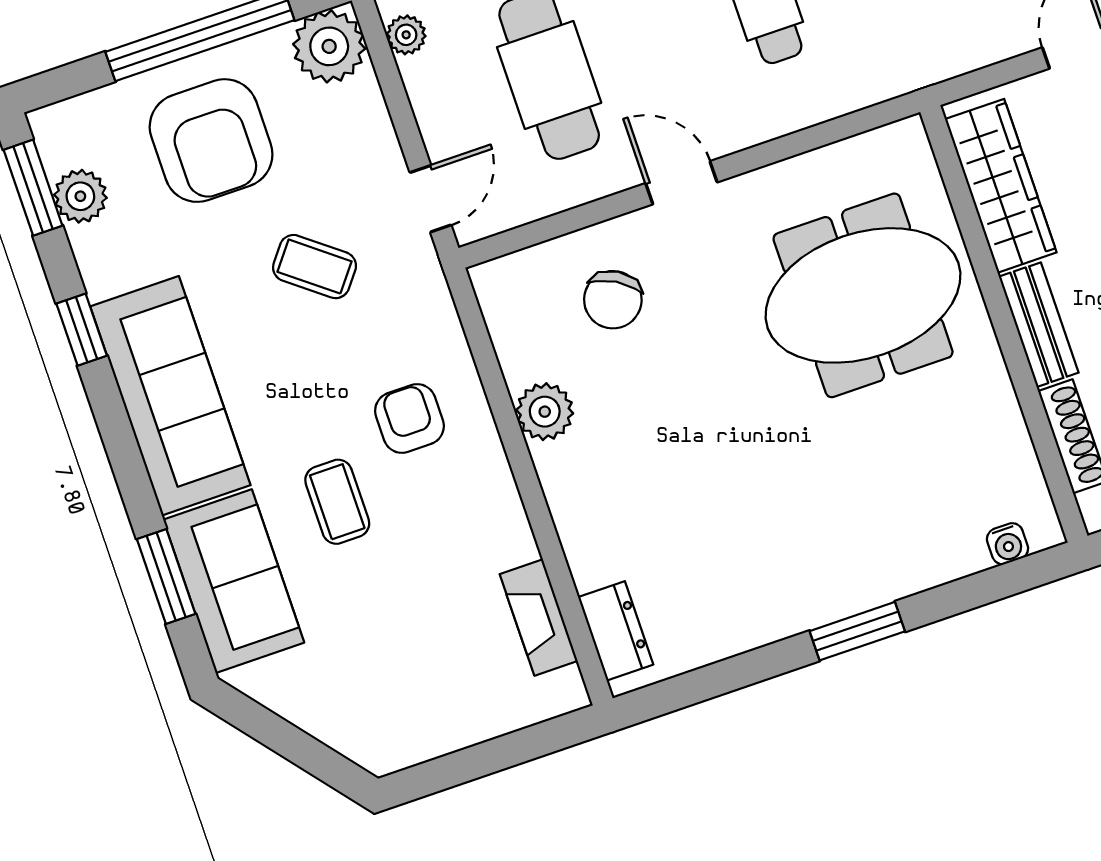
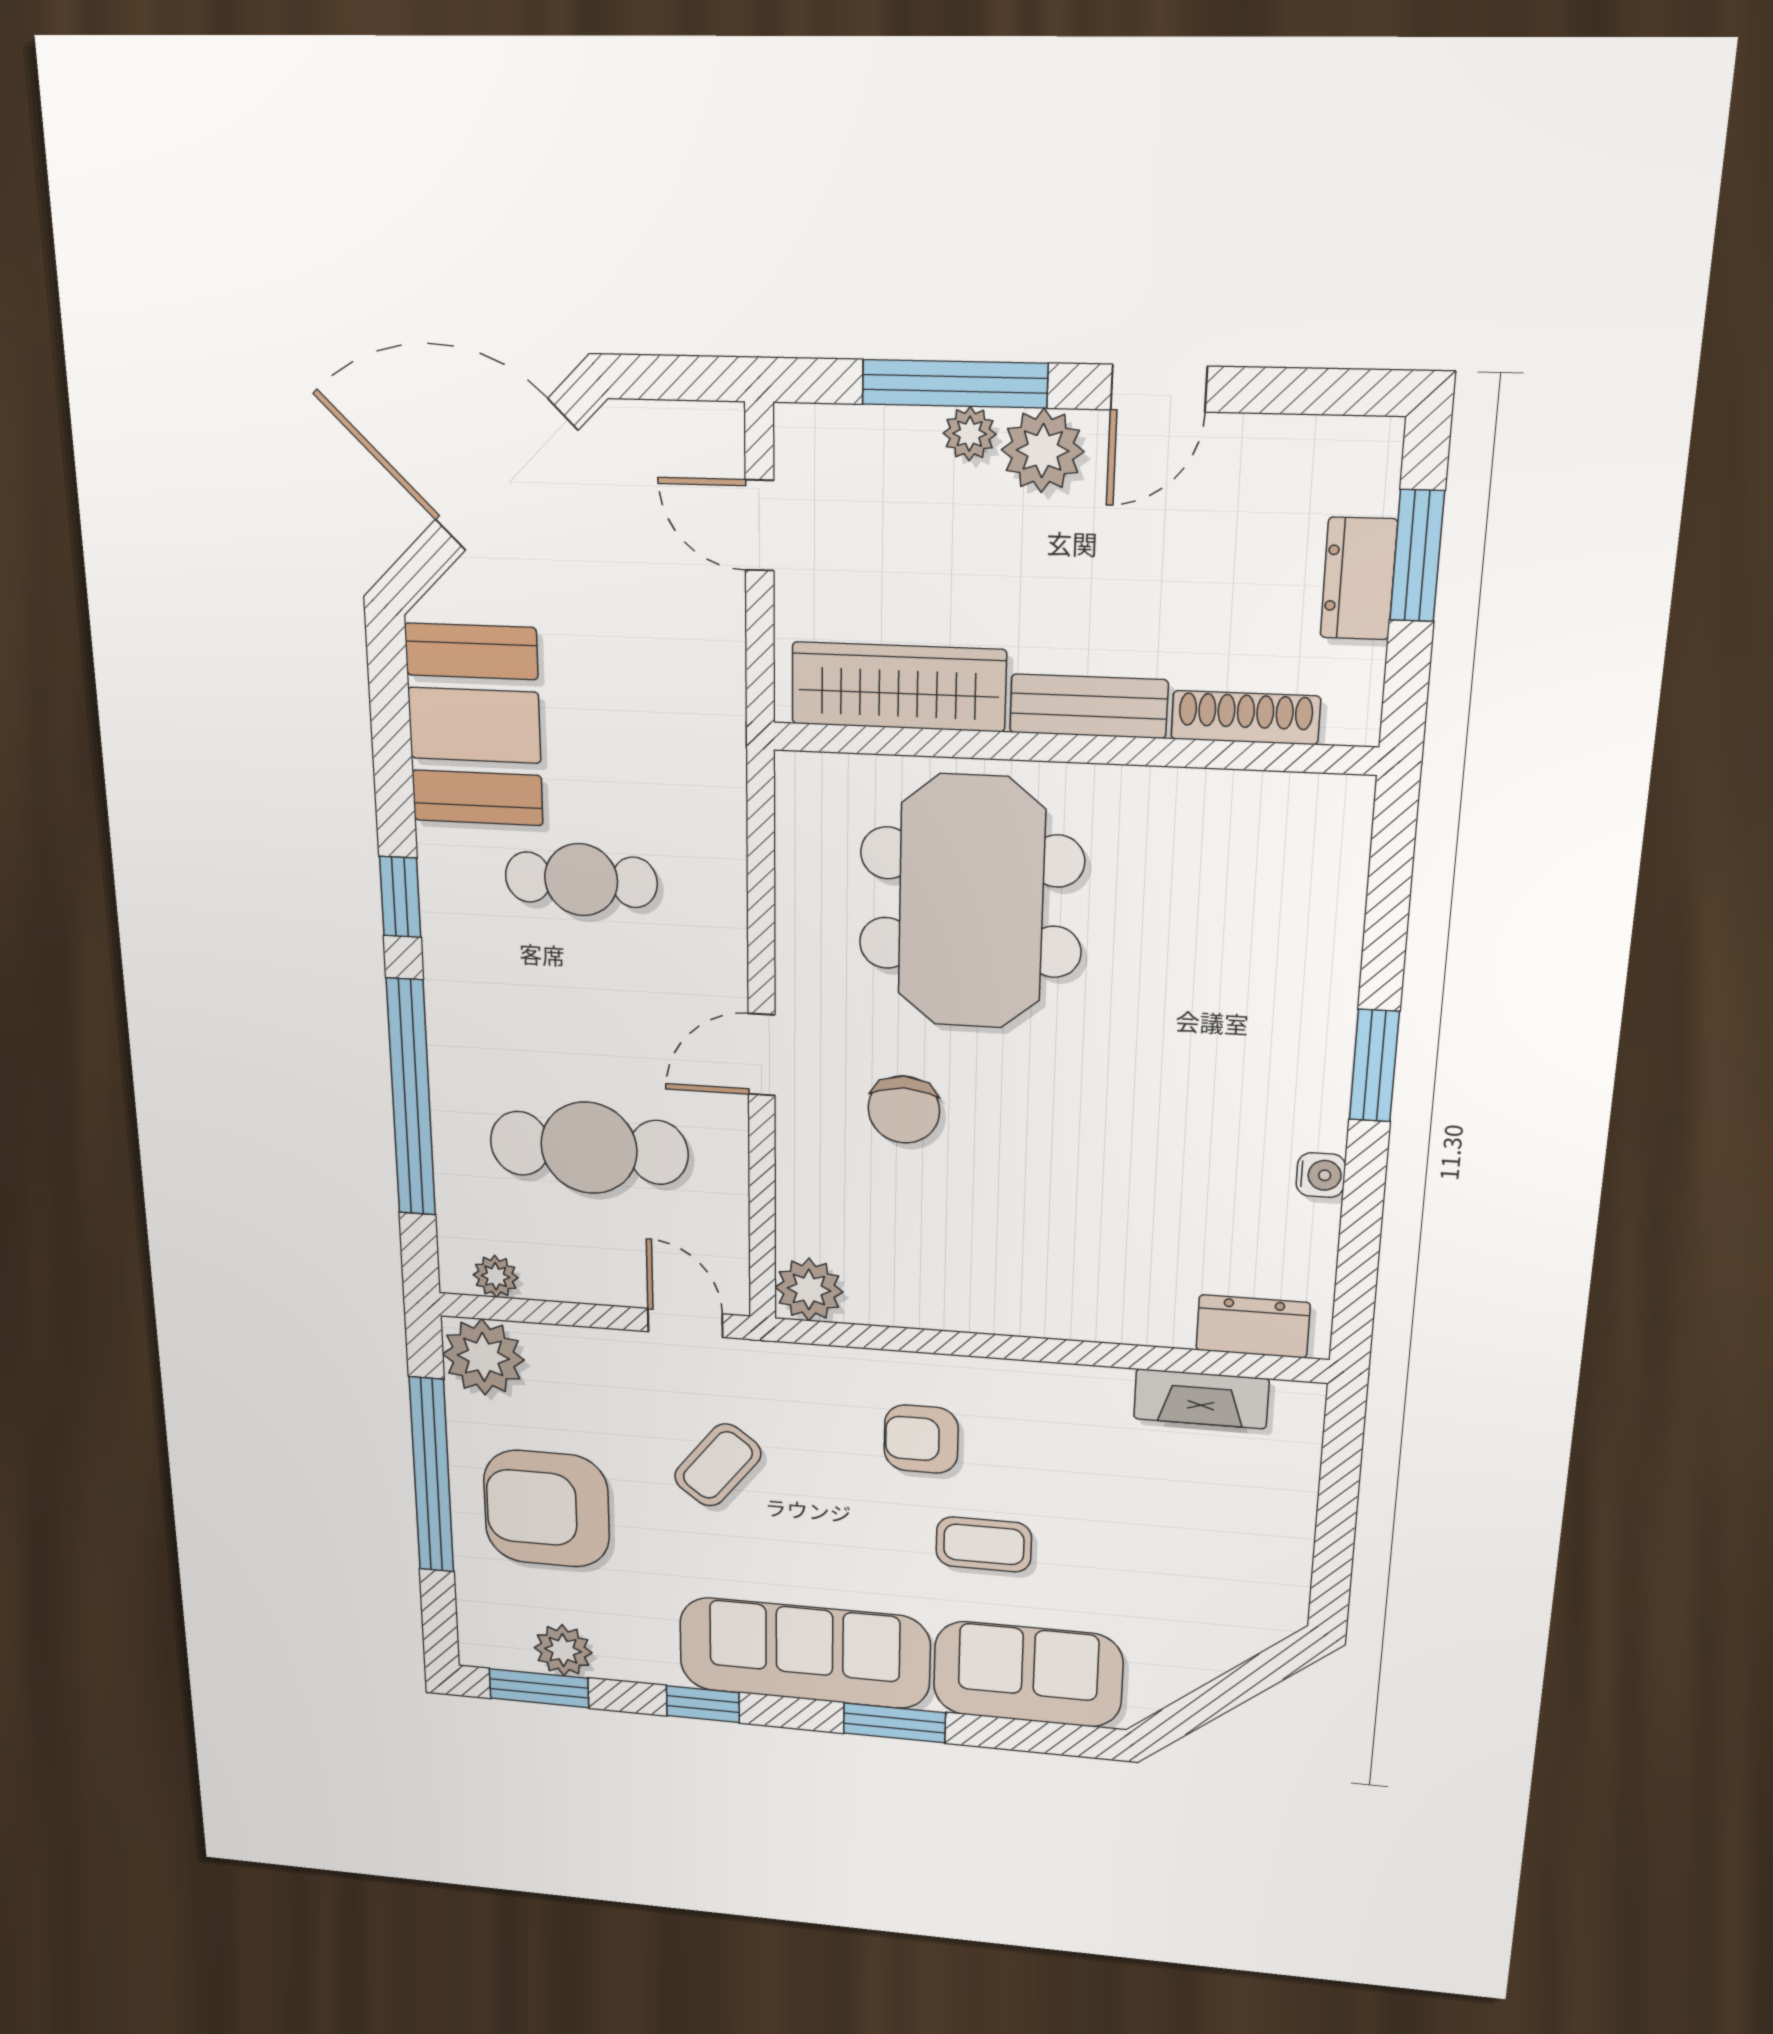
armchair: (211, 141) -> (547, 1509), turned 180
chair: (613, 300) -> (904, 1110), moved, turned 60
plant: (545, 412) -> (809, 1289), moved
water cooler: (1008, 544) -> (1321, 1175), moved
window: (166, 576) -> (894, 1723), moved

